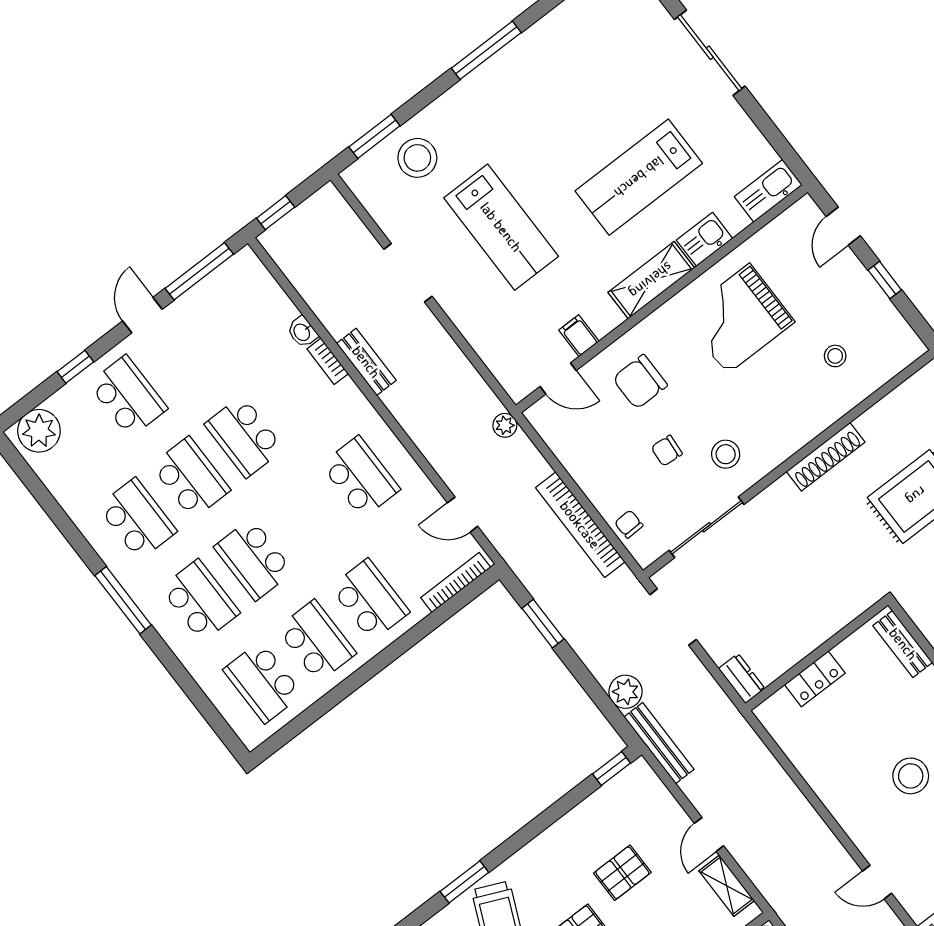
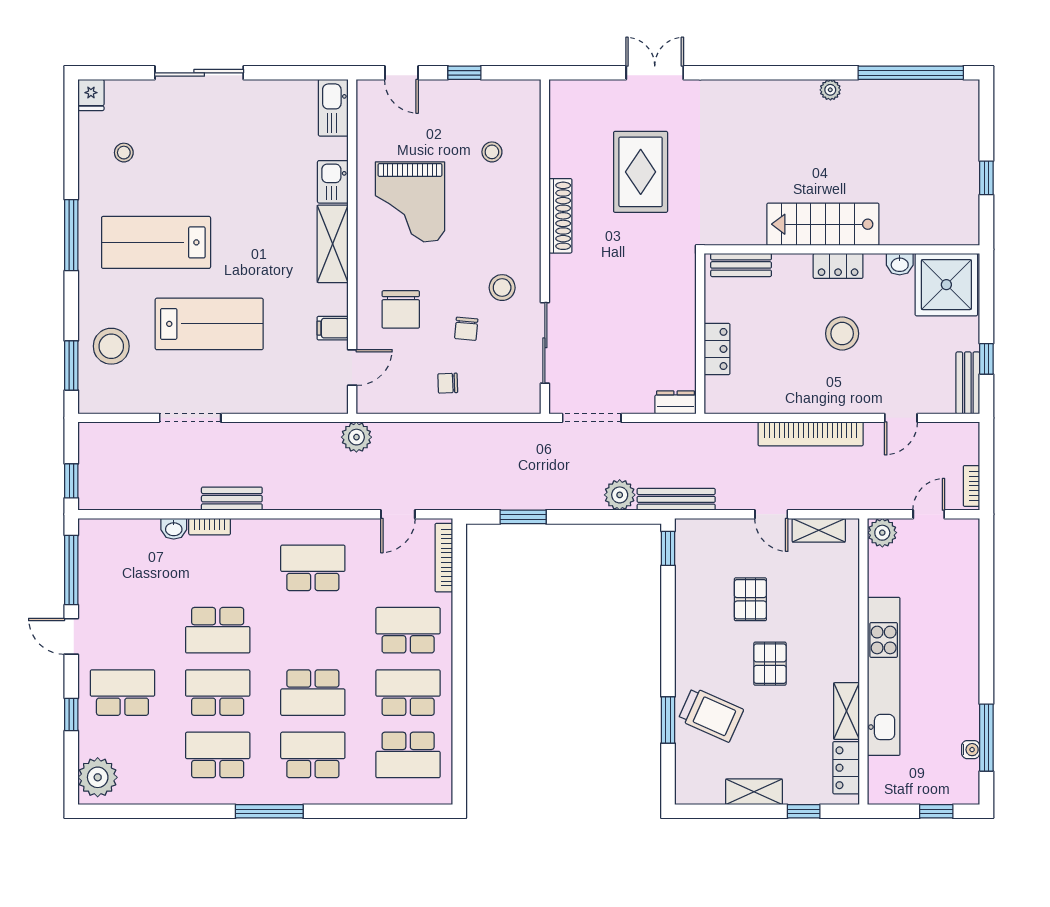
stool: (592, 41) -> (124, 153), added
lab bench: (639, 177) -> (156, 242), moved, turned 90
plant: (505, 425) -> (356, 437), width x1.38, depth x1.38
chair: (629, 524) -> (448, 383), moved
bookcase: (580, 525) -> (811, 434), moved

